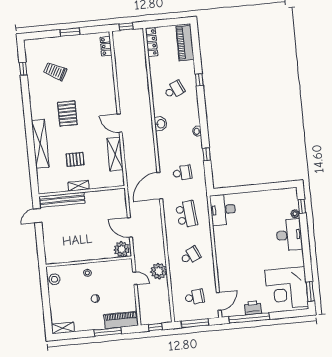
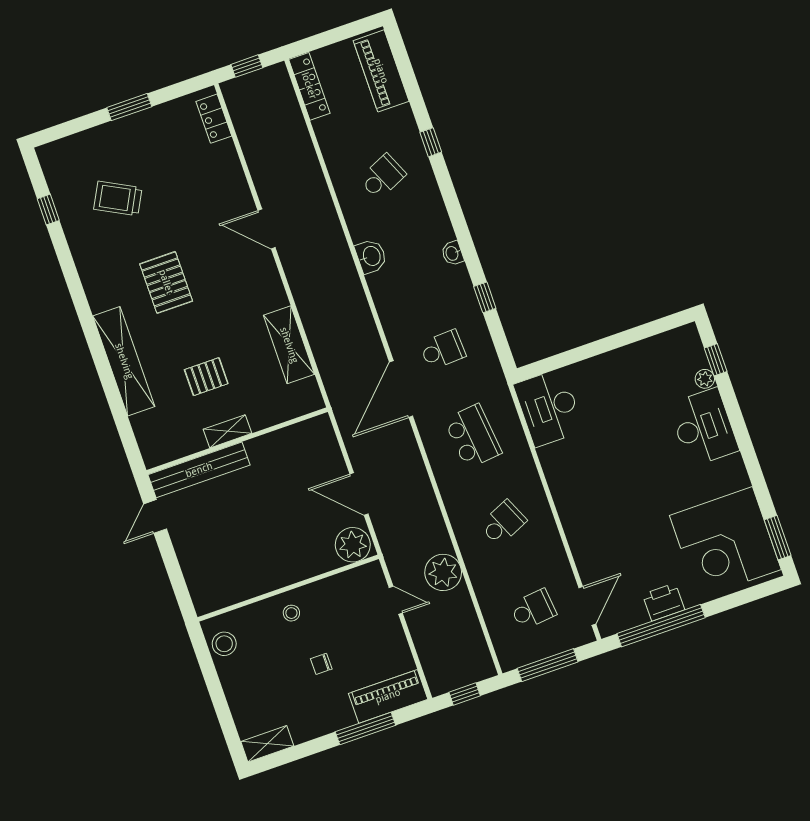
door: (120, 123) -> (267, 229), moved

